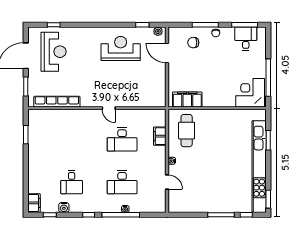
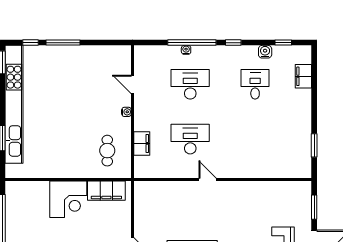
corner desk: (250, 93) -> (68, 199), moved
row of seats: (57, 102) -> (274, 188), removed
cafe table: (187, 131) -> (107, 151), width x0.73, depth x0.74
filing cabinet: (34, 203) -> (303, 76), moved

